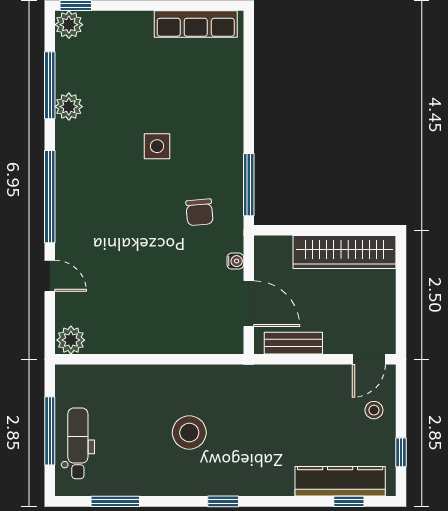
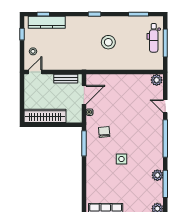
door: (249, 304) -> (84, 95), swing flipped

